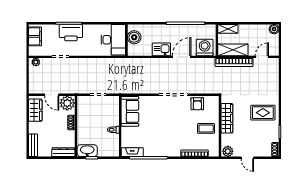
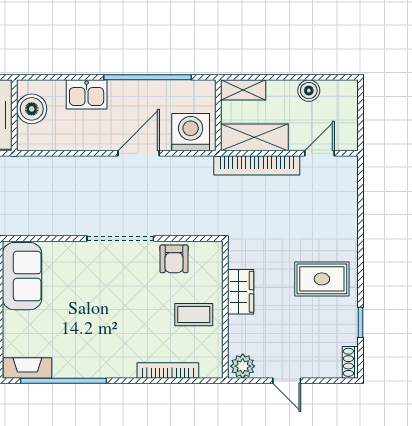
boiler: (274, 29) -> (309, 91), moved
kitchen sink: (161, 49) -> (87, 94), moved, turned 180
wardrobe: (227, 118) -> (241, 292), width x0.67

